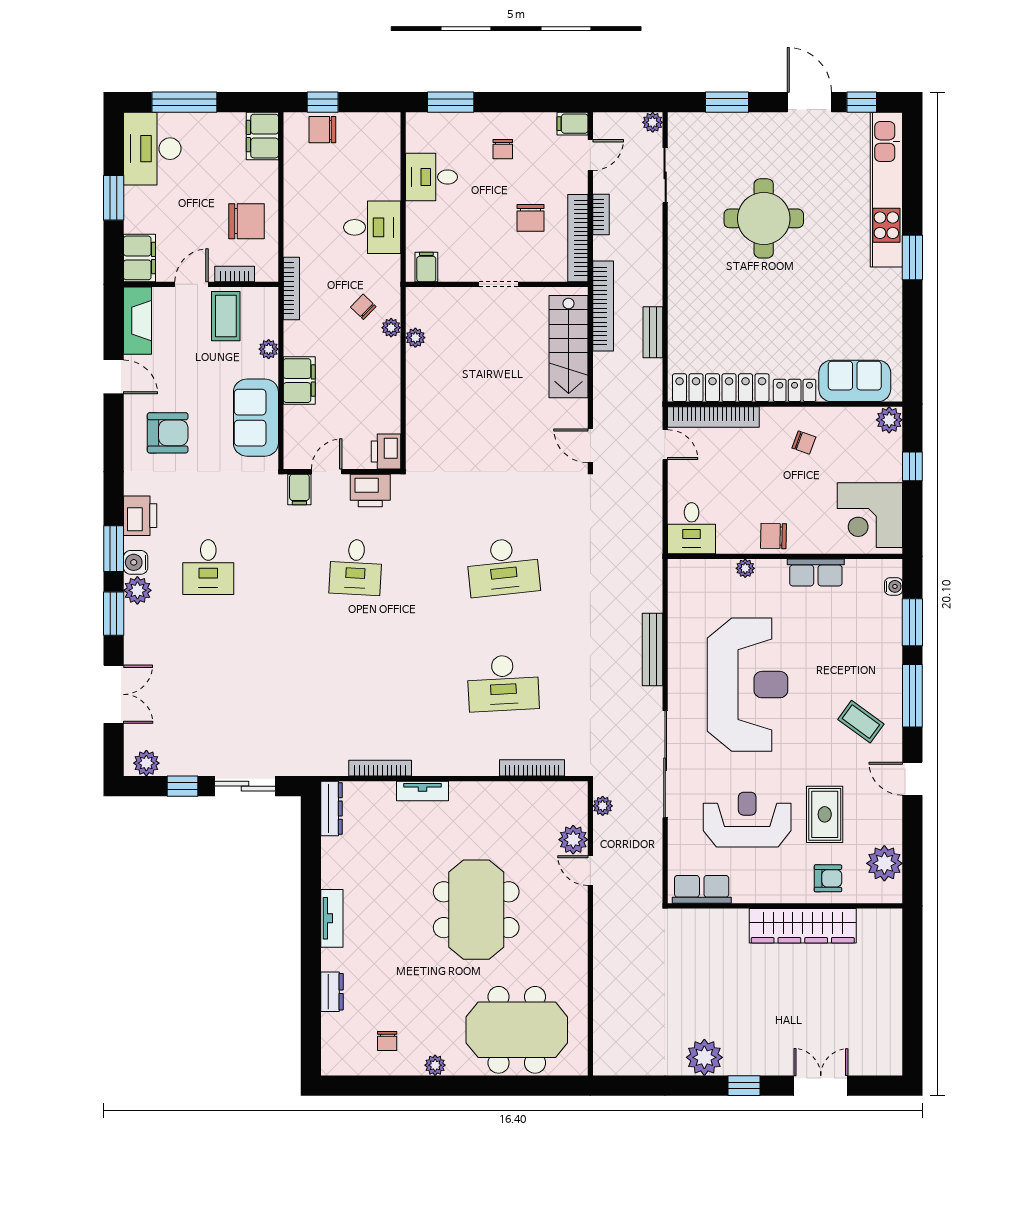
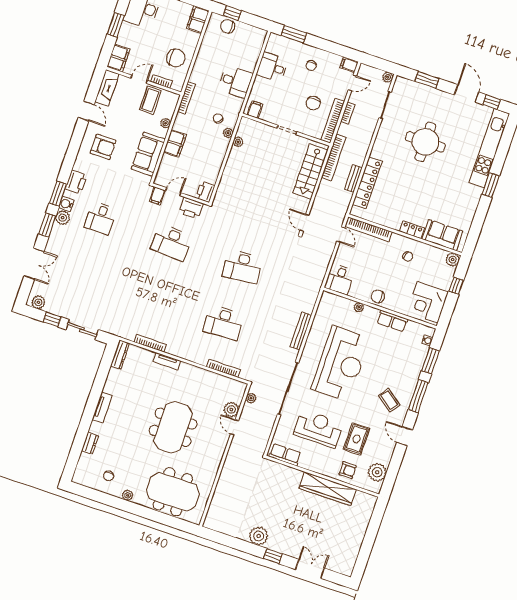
locker: (721, 388) -> (367, 183), moved, turned 90
desk: (356, 567) -> (172, 242), width x1.37

